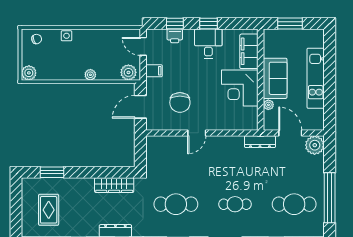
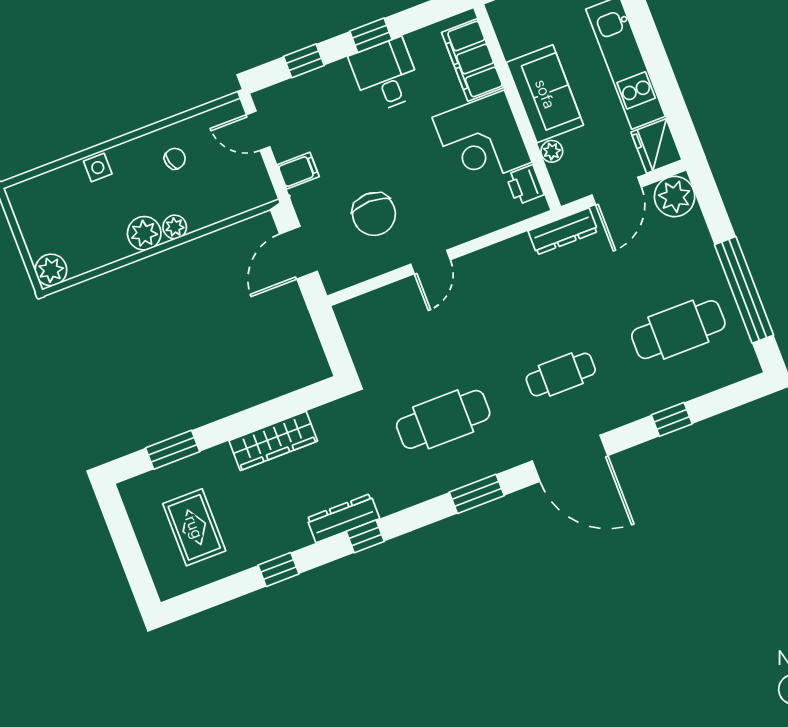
printer: (175, 36) -> (525, 185), moved, turned 90
chair: (37, 39) -> (175, 159), moved
plant: (128, 72) -> (144, 233), moved
fridge: (315, 120) -> (656, 146), added
door: (290, 133) -> (617, 191), swing flipped
wardrobe: (114, 185) -> (273, 441), moved

